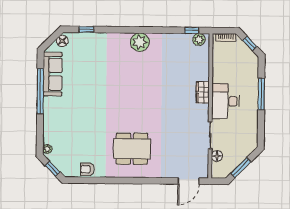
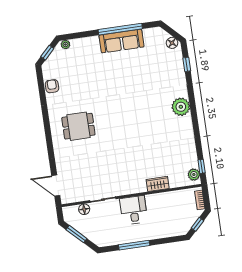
plant: (140, 42) -> (181, 107), moved
sofa: (53, 74) -> (122, 41), moved
wardrobe: (203, 92) -> (158, 184), moved
window: (261, 94) -> (134, 245), moved
desk: (226, 101) -> (134, 210), width x0.73
dining table: (132, 149) -> (78, 126), width x0.73

